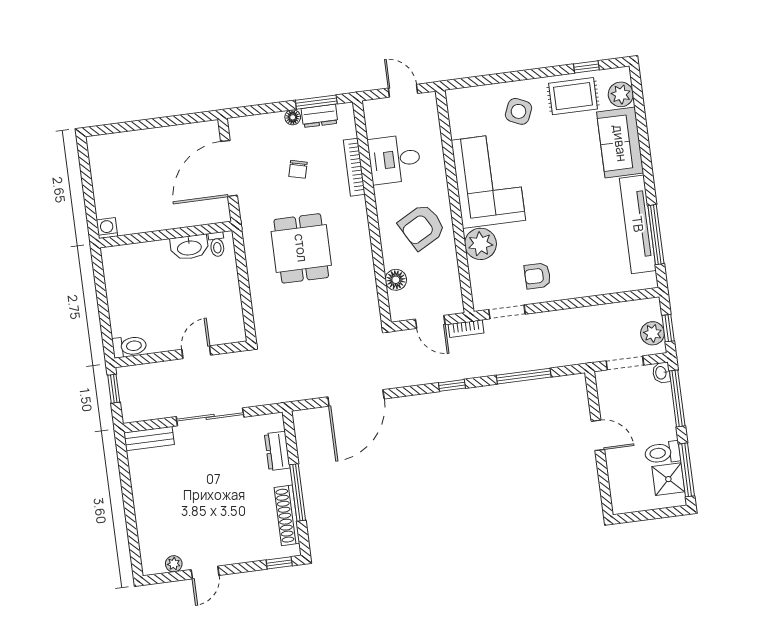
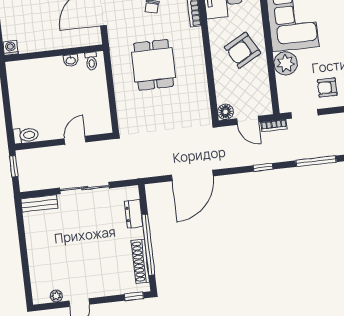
washbasin: (189, 247) -> (71, 60), width x0.52, depth x0.69
floor lamp: (396, 280) -> (225, 112), moved
window: (298, 492) -> (148, 245), width x1.46

